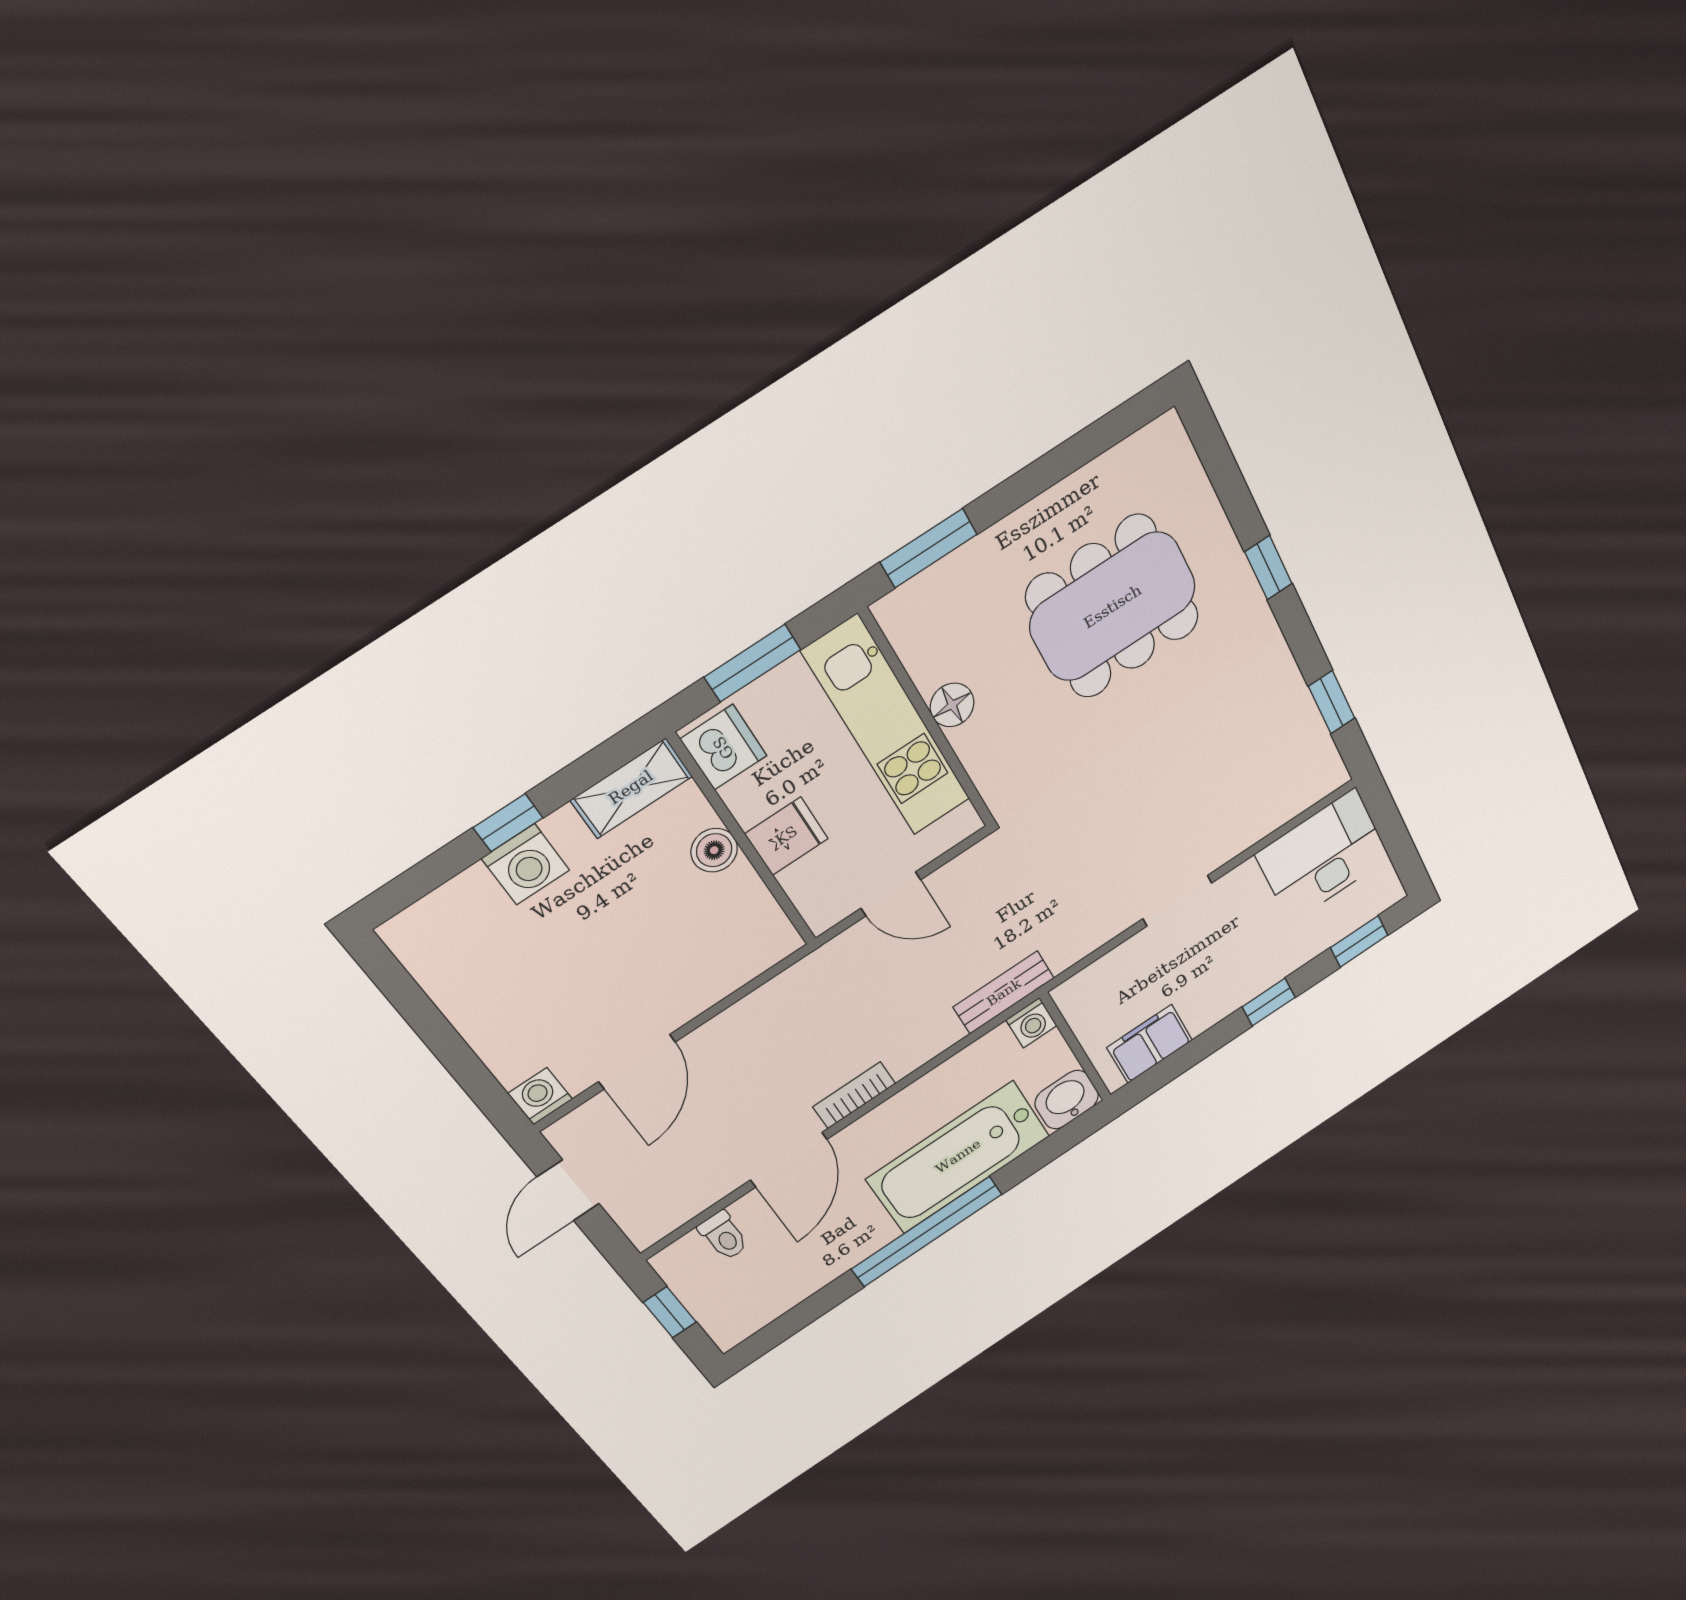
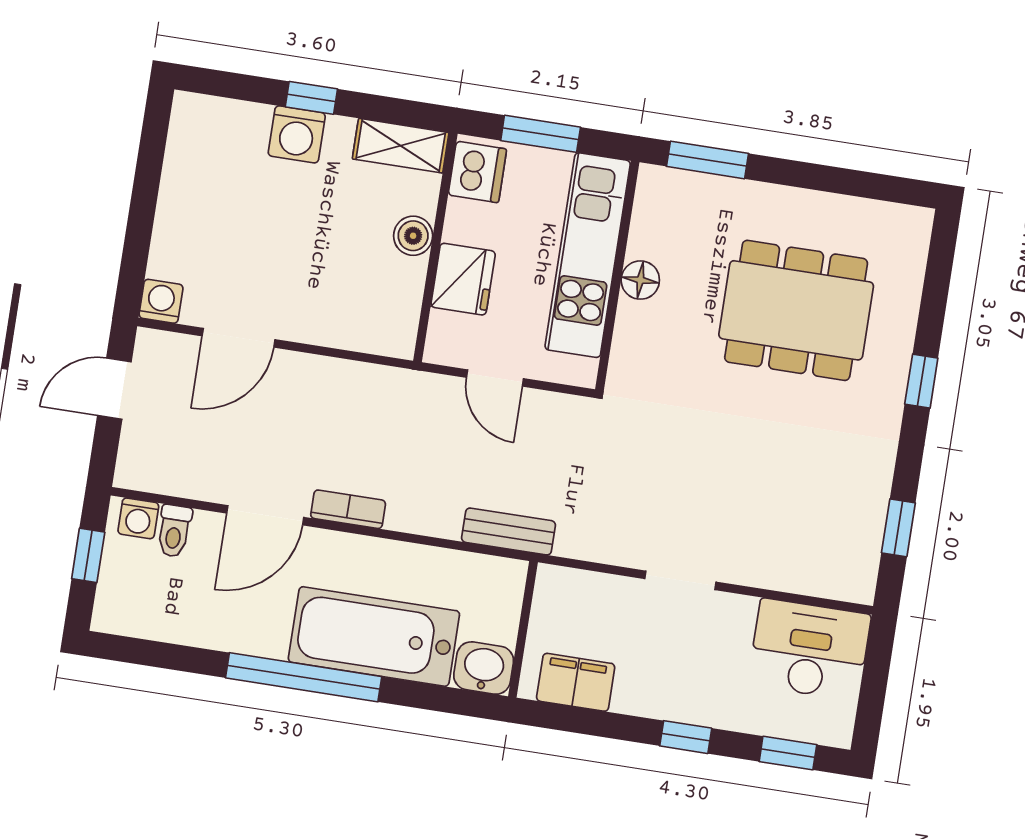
fridge: (787, 836) -> (463, 279), width x1.38
washing machine: (1031, 1023) -> (138, 518), moved

